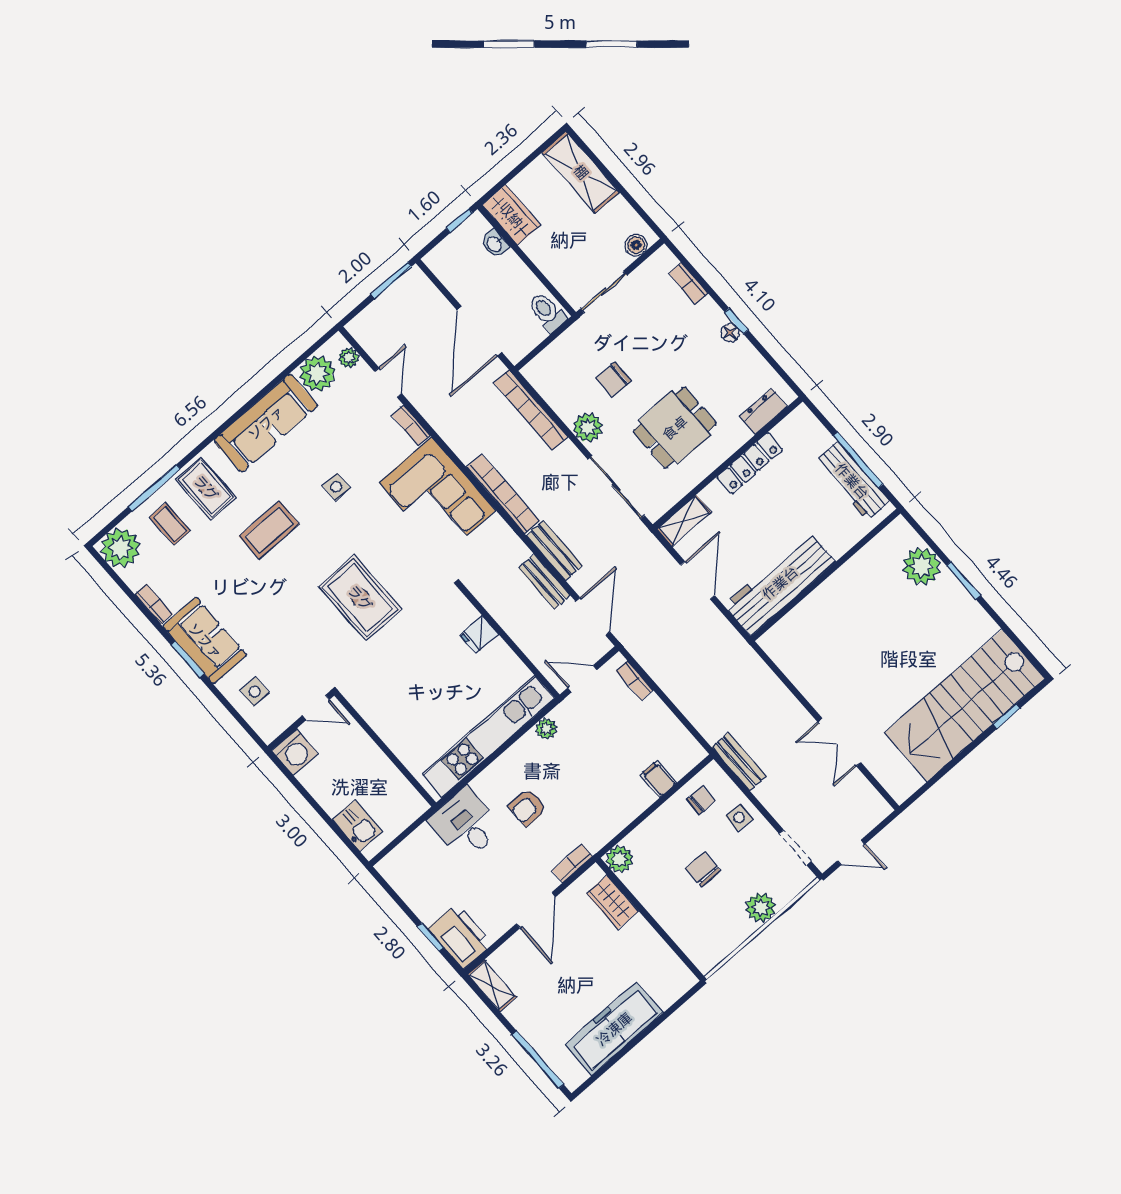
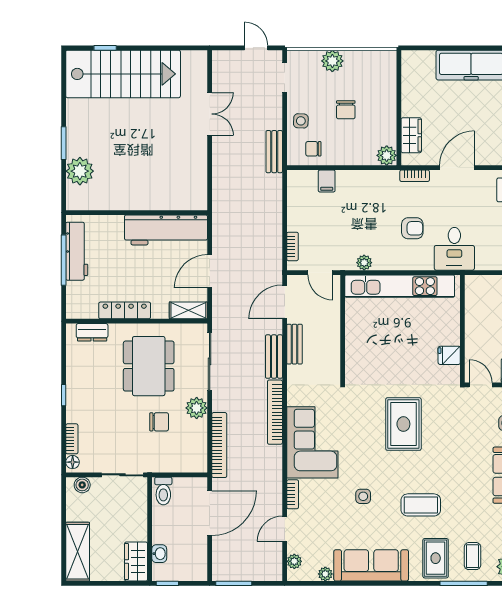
floor lamp: (730, 332) -> (73, 462), moved
plant: (317, 374) -> (325, 574), width x0.53, depth x0.53
dining table: (675, 428) -> (149, 366), width x1.38
fridge: (479, 634) -> (449, 355), moved, turned 180

